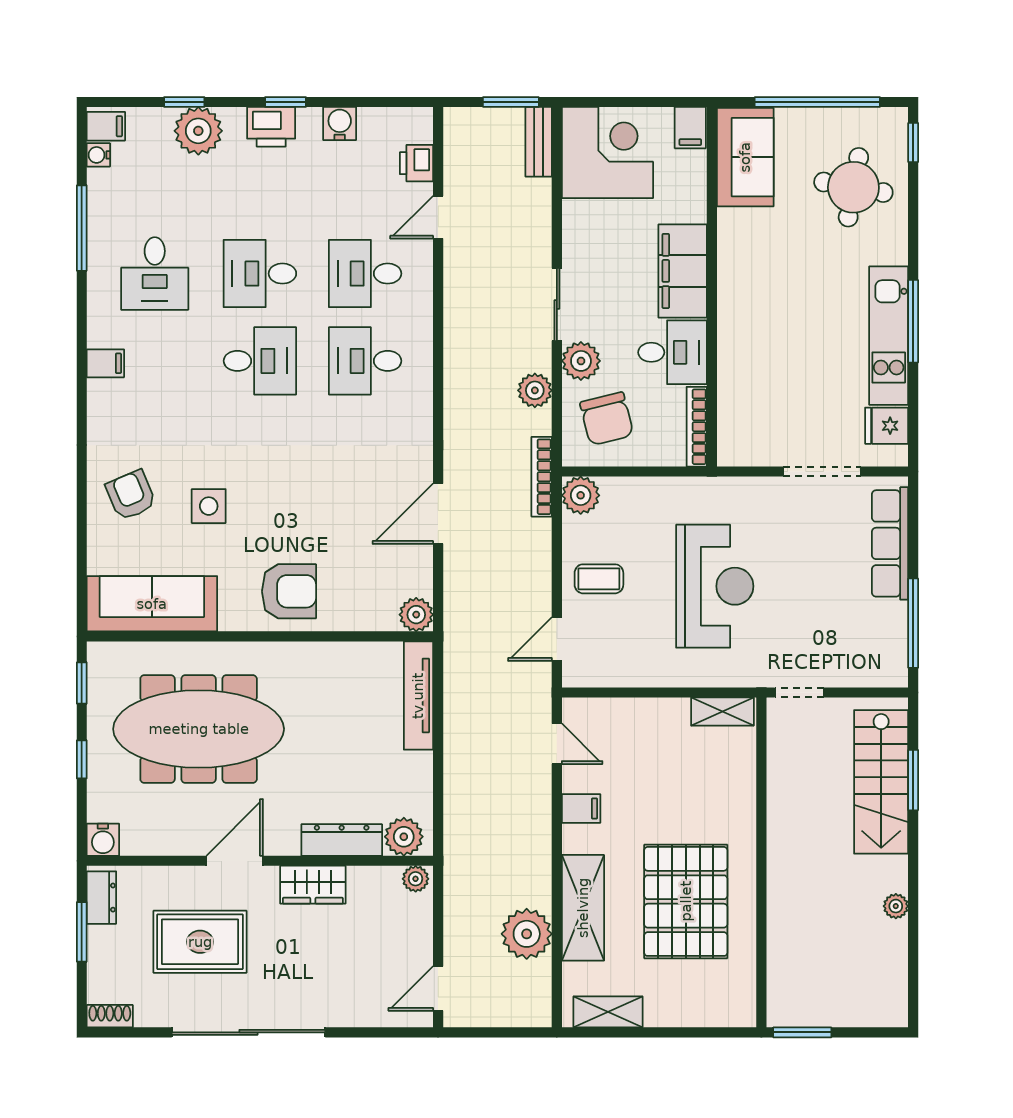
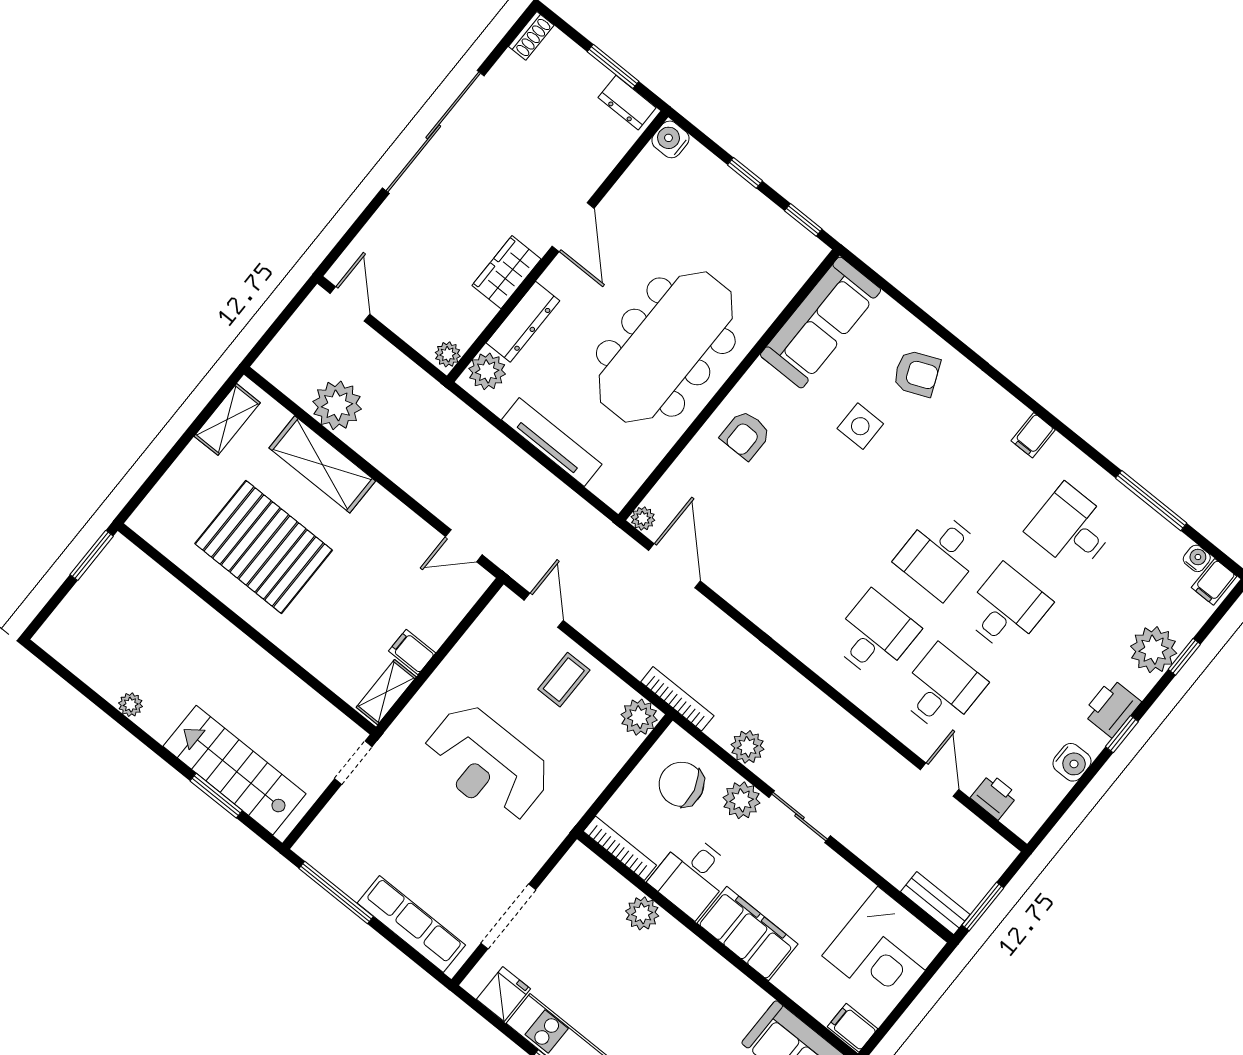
plant: (734, 367) -> (642, 913), added
door: (438, 514) -> (674, 566), moved
armchair: (289, 591) -> (746, 435), width x0.72, depth x0.72
plant: (416, 615) -> (643, 519), width x0.73, depth x0.73
tv unit: (418, 696) -> (552, 442), moved
meeting table: (199, 729) -> (666, 347), moved
filing cabinet: (581, 809) -> (412, 652), moved, turned 90
rug: (200, 942) -> (533, 151), removed

